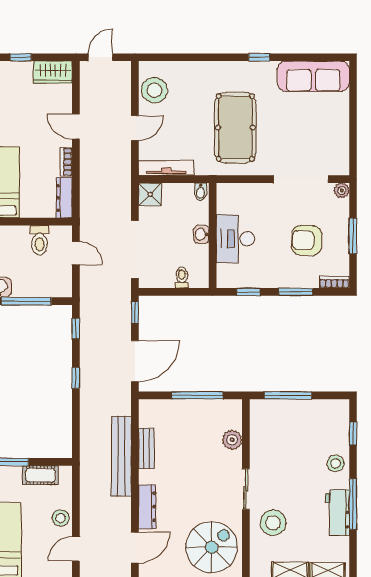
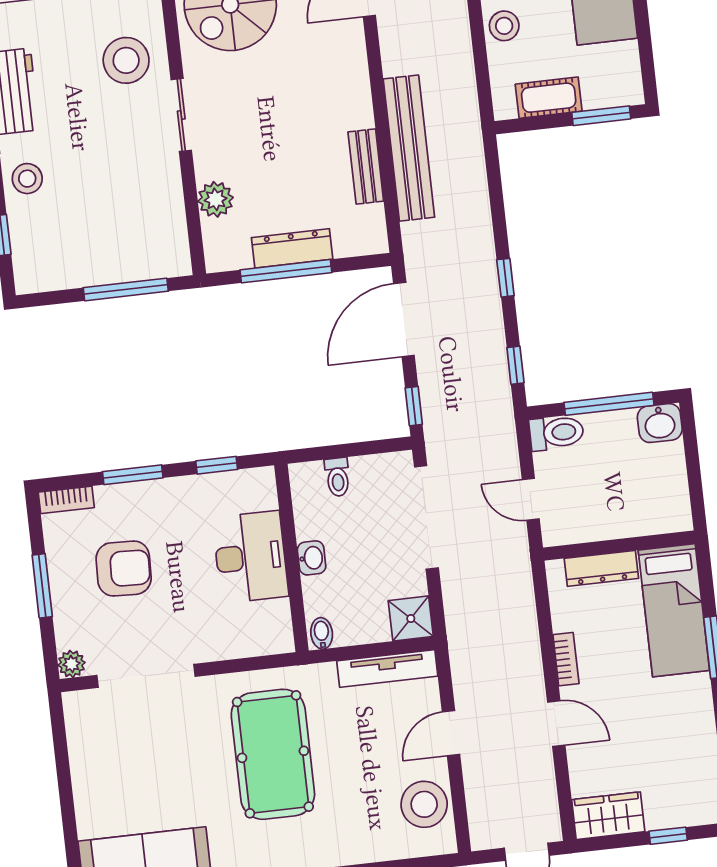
dresser: (64, 198) -> (601, 568), moved, turned 90
toilet: (39, 240) -> (556, 433), moved, turned 90
dresser: (147, 507) -> (292, 248), moved, turned 90

